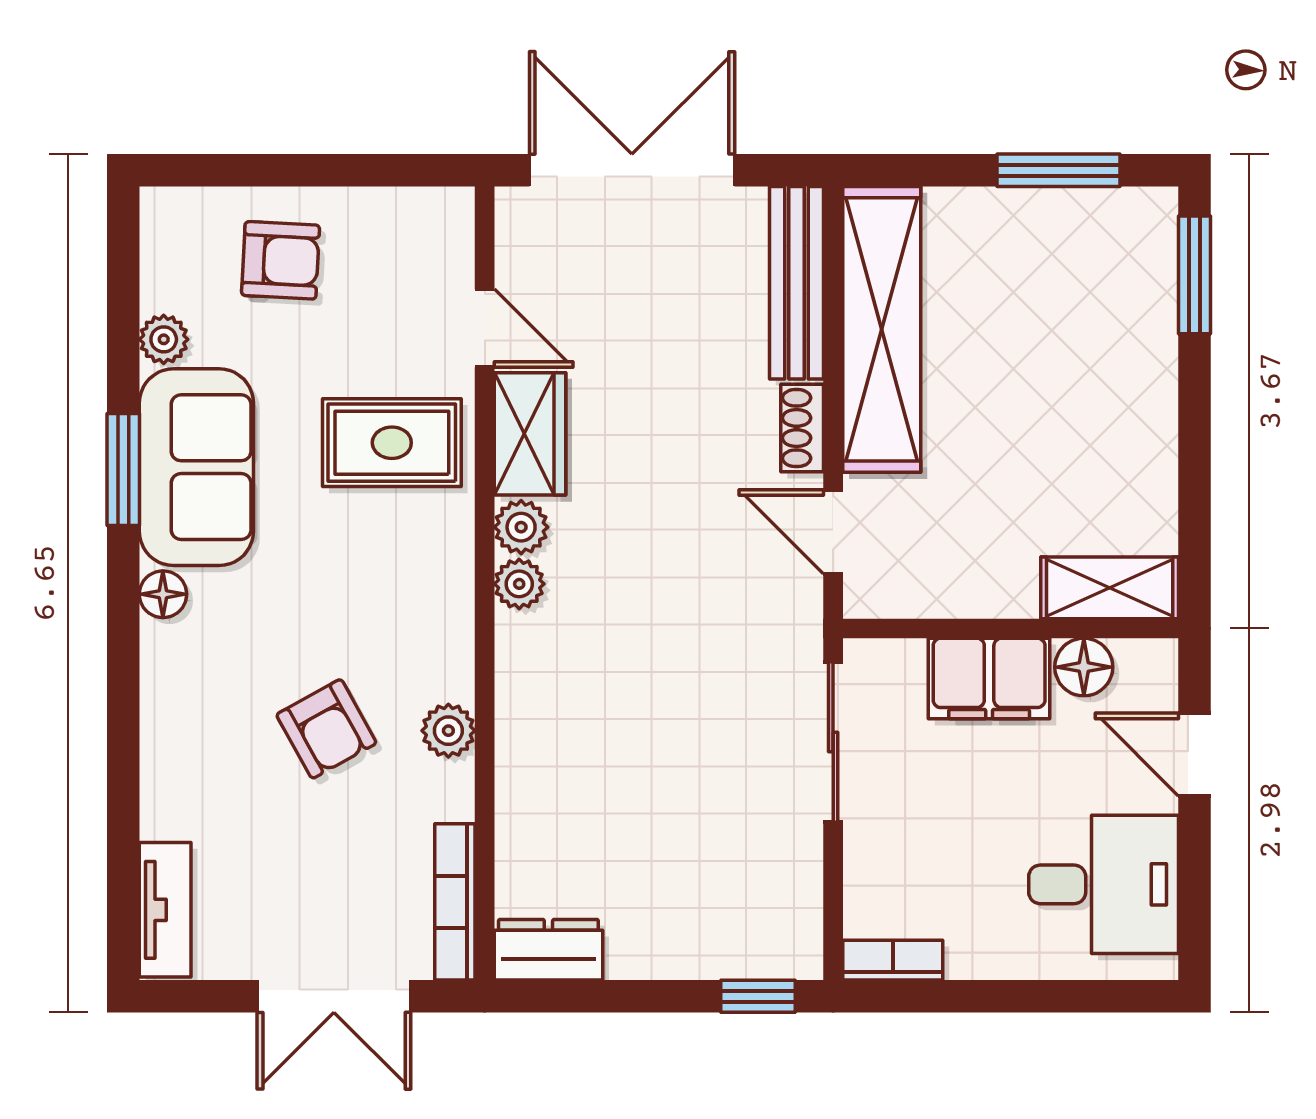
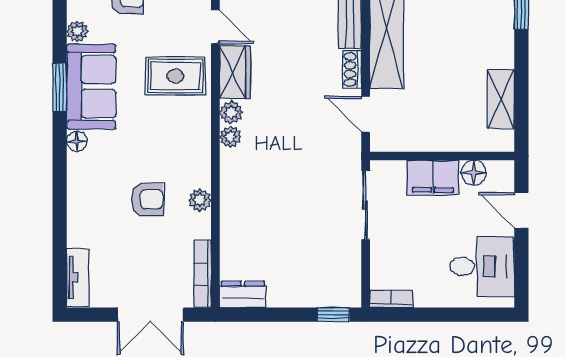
shelving: (1110, 588) -> (501, 99), moved, turned 90
armchair: (326, 729) -> (147, 199), turned -61

